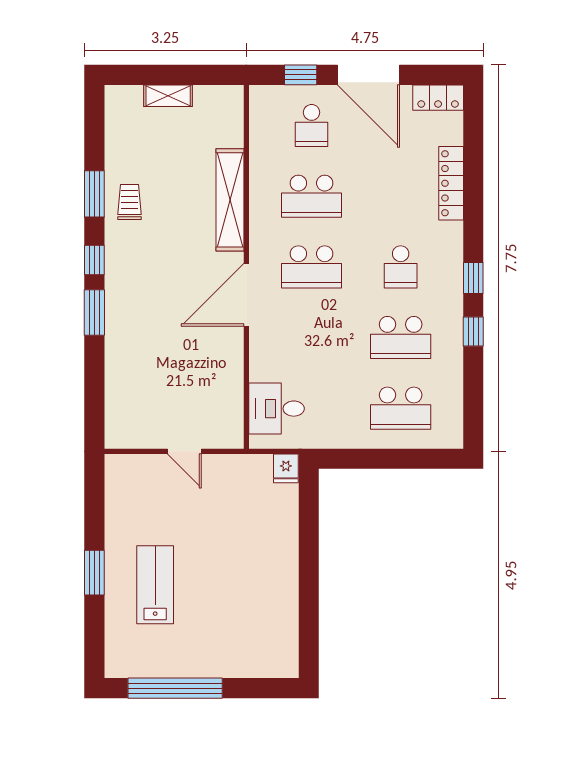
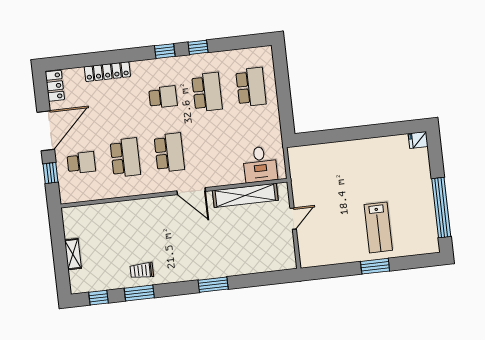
shelving: (230, 200) -> (245, 195), moved
window: (94, 260) -> (99, 298), moved
door: (246, 295) -> (191, 191), width x0.73
fridge: (286, 468) -> (418, 140), moved, turned 180
lab bench: (155, 585) -> (378, 227), turned -90

